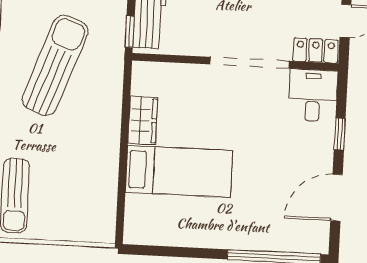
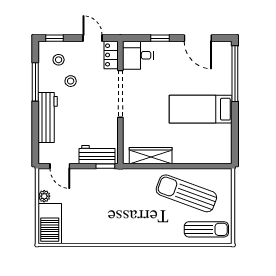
sun lounger: (55, 65) -> (186, 193), moved
wardrobe: (143, 120) -> (151, 156), width x1.50
bed: (179, 171) -> (201, 109), moved, turned -90

